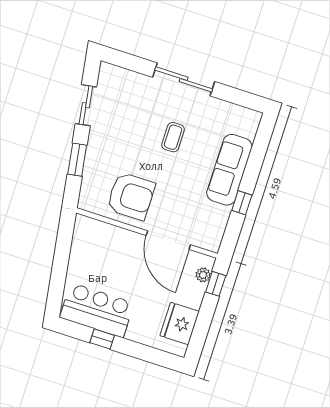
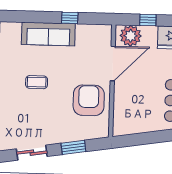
plant: (203, 275) -> (131, 36), width x1.88, depth x1.88
window: (216, 284) -> (148, 20), moved

